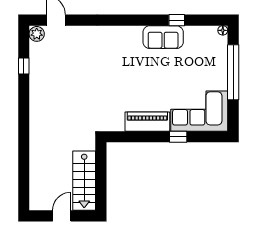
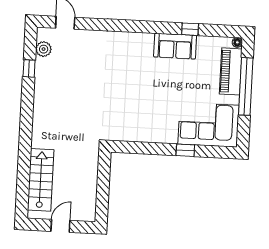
plant: (37, 34) -> (44, 49), moved
piano: (147, 122) -> (231, 71), moved, turned -90
stairs: (84, 181) -> (41, 180), moved, turned 180

